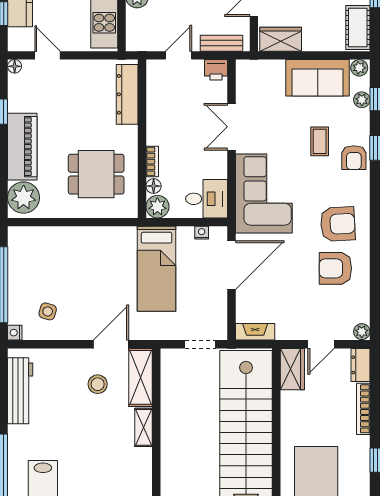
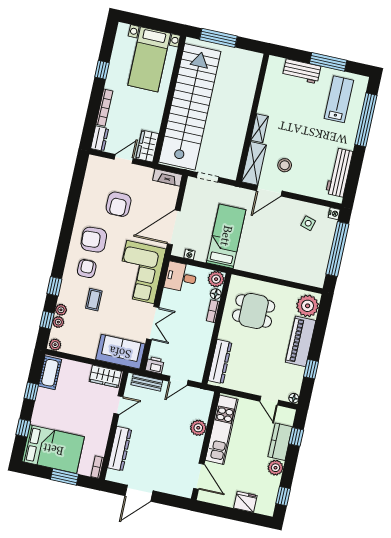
sofa: (318, 78) -> (120, 352), moved
armchair: (354, 158) -> (87, 269), moved
armchair: (335, 268) -> (119, 204), moved, turned 90
plant: (362, 332) -> (61, 310), moved

